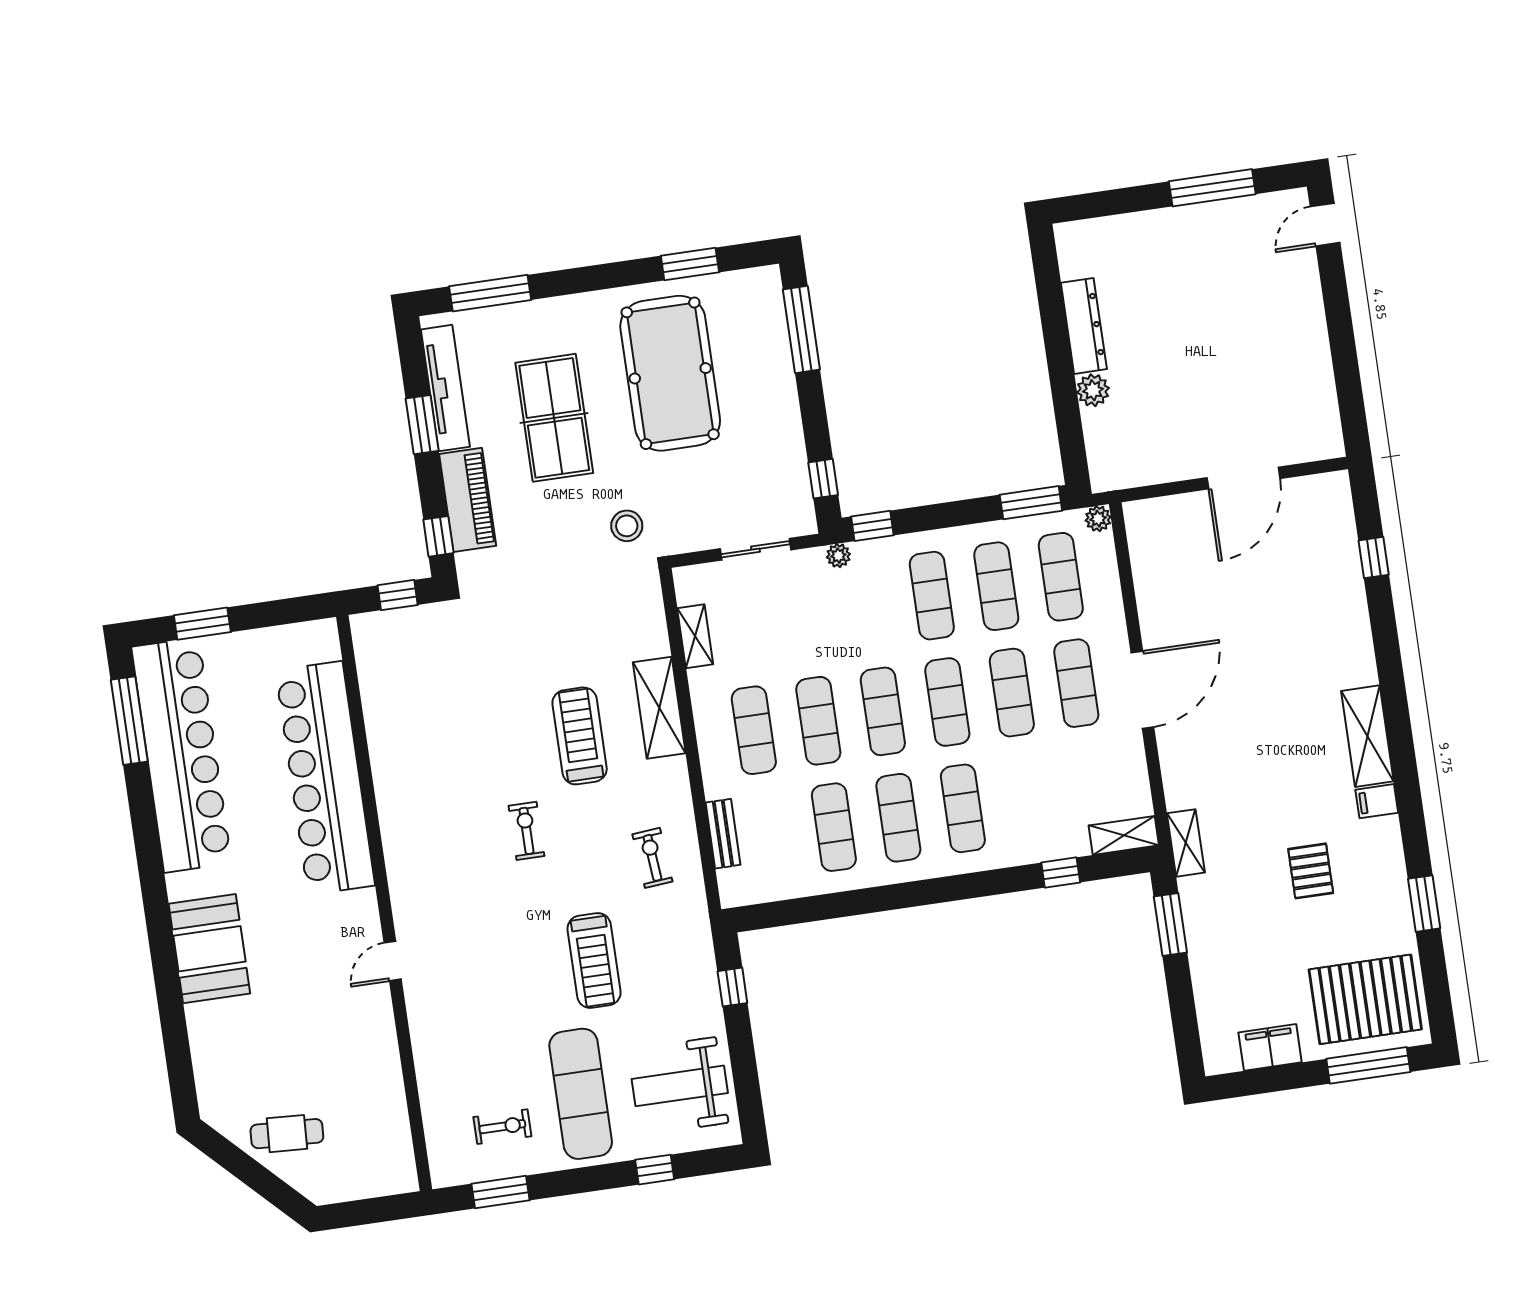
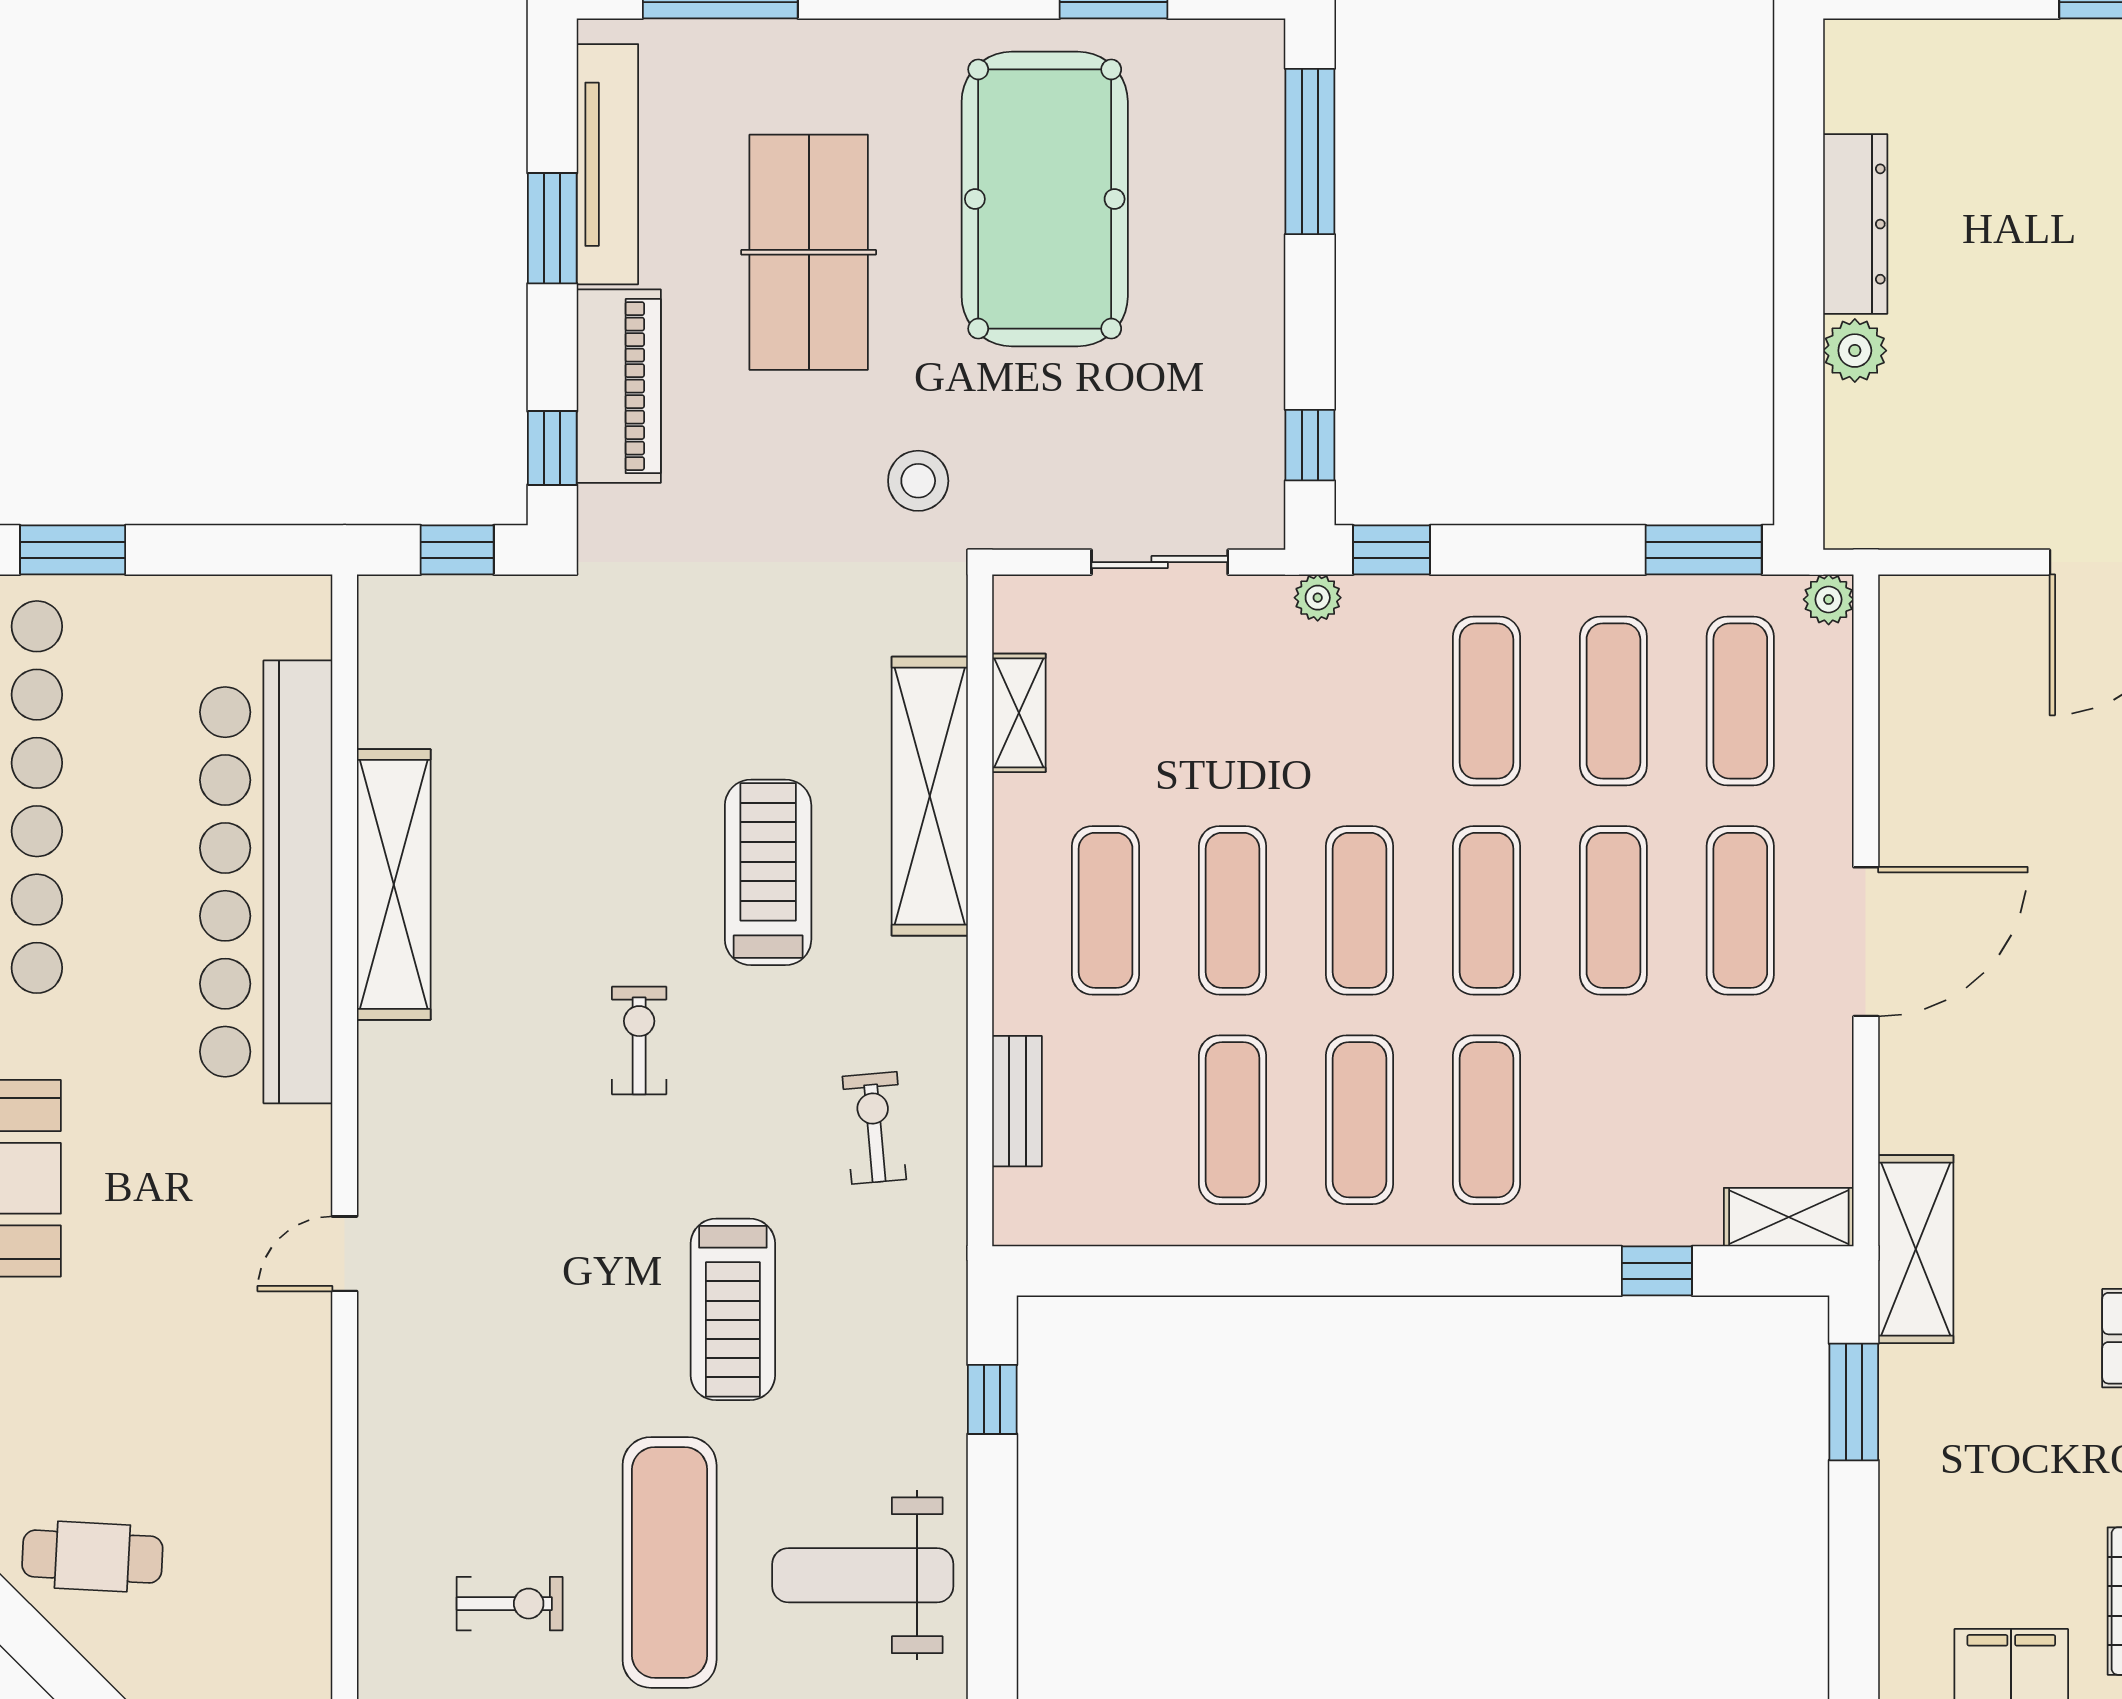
shelving: (659, 708) -> (930, 796), width x1.47
shelving: (390, 770) -> (394, 884), added
shelving: (1186, 843) -> (1916, 1249), width x1.50, depth x1.33

